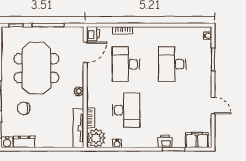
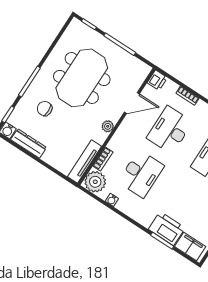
door: (85, 52) -> (132, 103), moved
printer: (165, 141) -> (167, 229), width x1.87, depth x1.48
dresser: (24, 142) -> (29, 143), width x1.44

